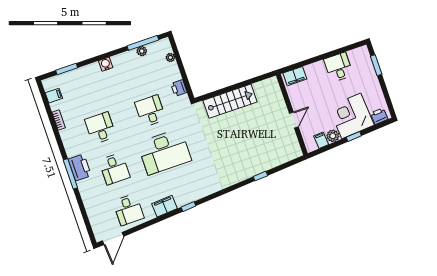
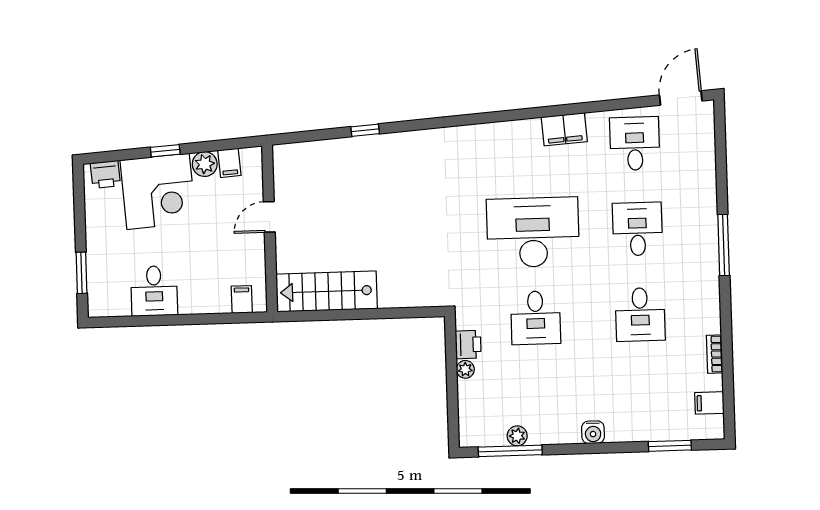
plant: (170, 57) -> (465, 369), moved
filing cabinet: (295, 76) -> (242, 299), width x0.50
stairs: (230, 101) -> (327, 291), moved
printer: (80, 167) -> (702, 252), removed
window: (188, 207) -> (519, 114), removed

